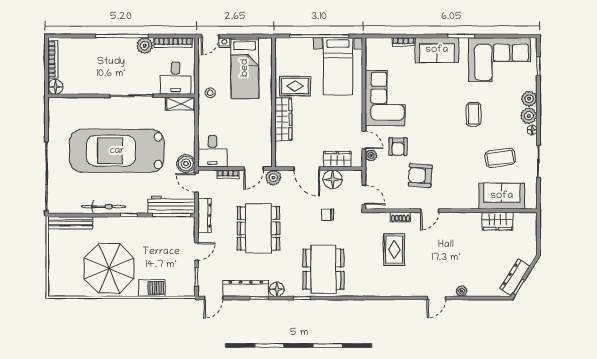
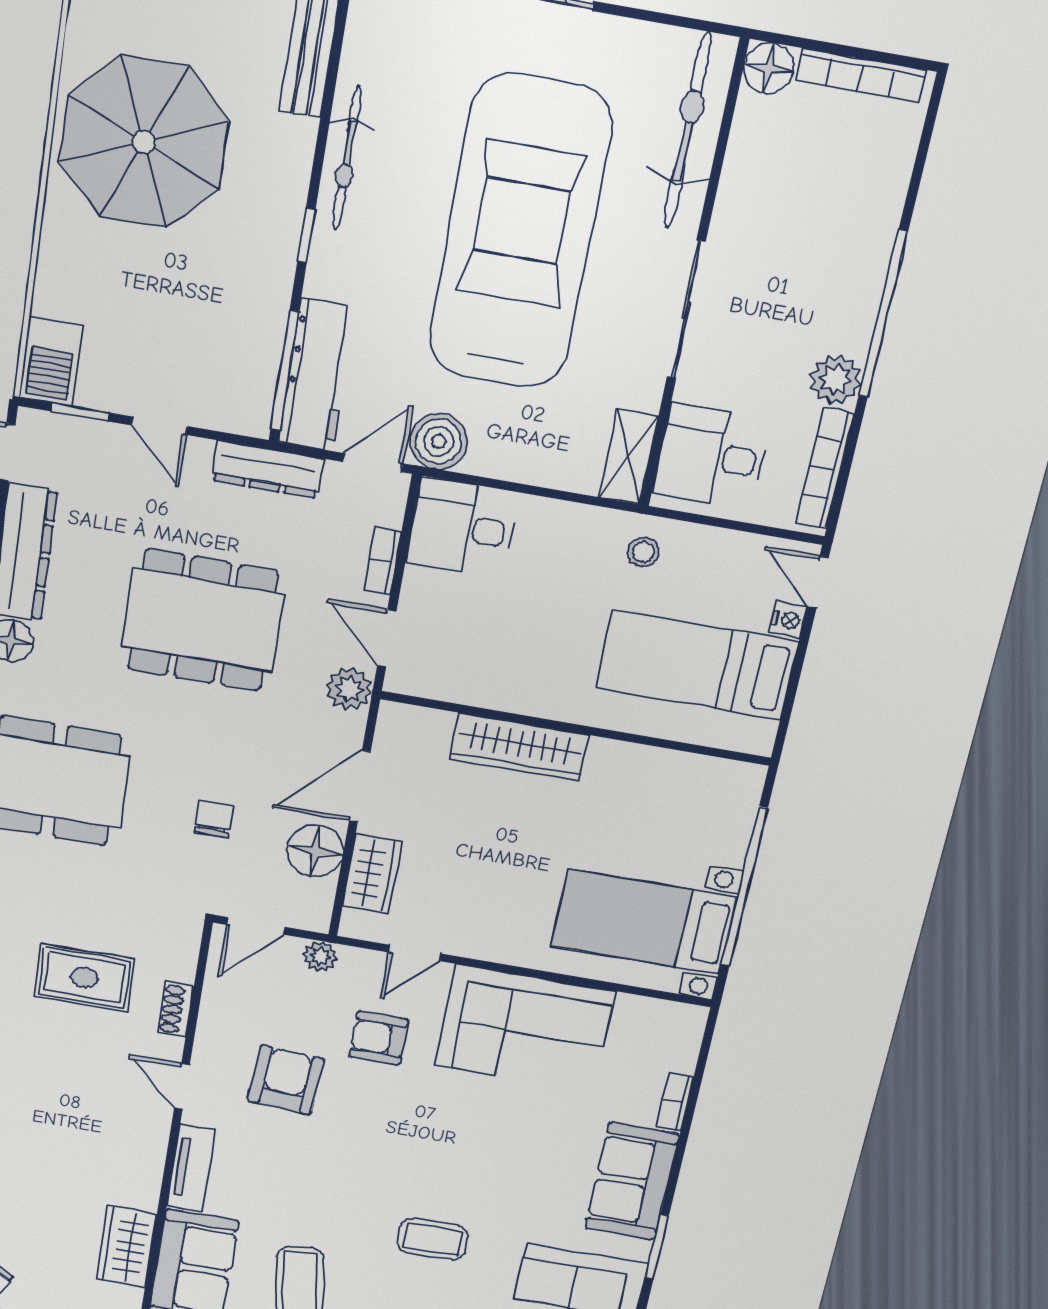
rug: (295, 86) -> (612, 796), removed
bicycle: (78, 107) -> (687, 130), added
plant: (371, 155) -> (320, 956), moved
tv unit: (461, 203) -> (191, 1168), added
barbecue: (152, 288) -> (51, 361), moved

